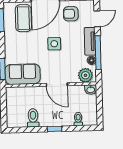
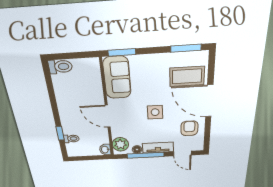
door: (57, 85) -> (108, 116), hinge flipped
toilet: (33, 118) -> (60, 67), moved
window: (55, 129) -> (60, 133), moved

